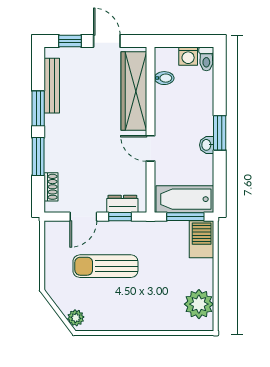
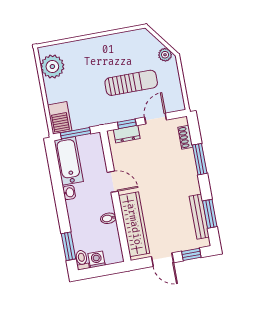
bidet: (164, 78) -> (108, 218), moved
window: (38, 108) -> (210, 214), moved
window: (220, 133) -> (69, 246), moved
bathtub: (185, 199) -> (69, 161), moved, turned -90
plant: (76, 318) -> (165, 55), moved

